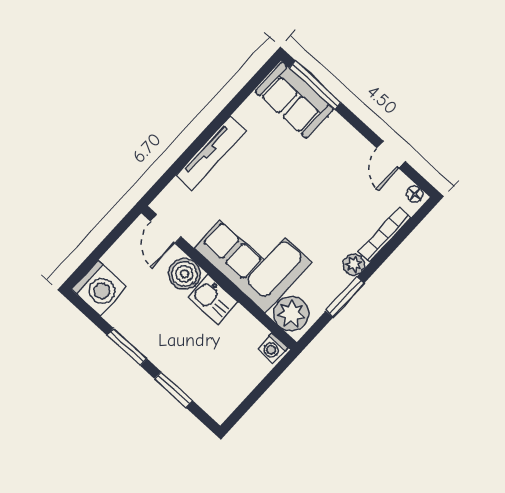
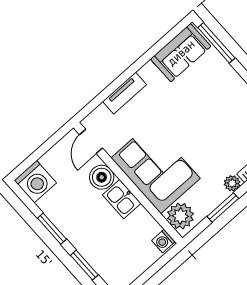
sofa: (294, 100) -> (181, 53), moved, turned -90
tv unit: (211, 153) -> (125, 93), width x0.71

